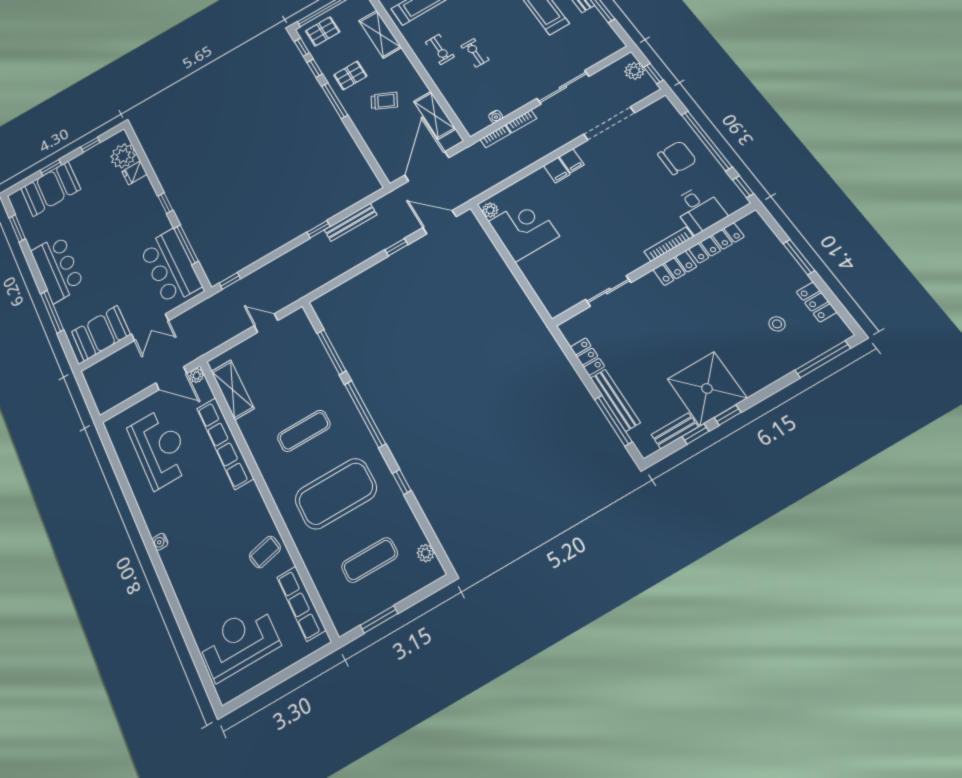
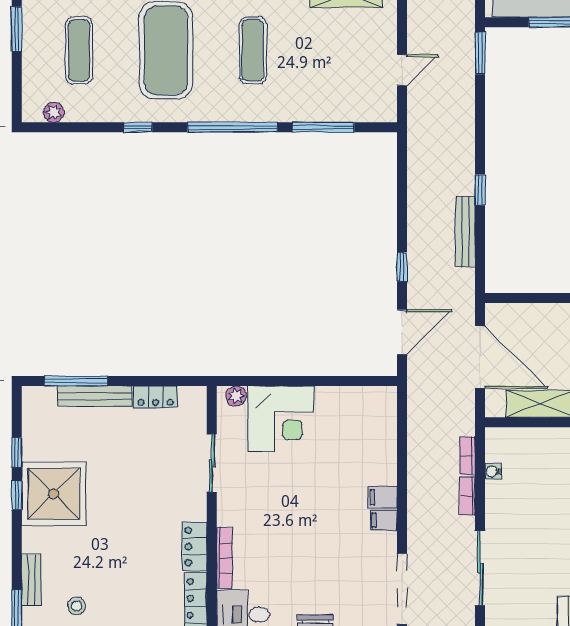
plant: (490, 210) -> (236, 396), moved
corner desk: (524, 229) -> (281, 419), moved
window: (230, 281) -> (480, 53), width x1.50
bench: (675, 431) -> (31, 580), moved

